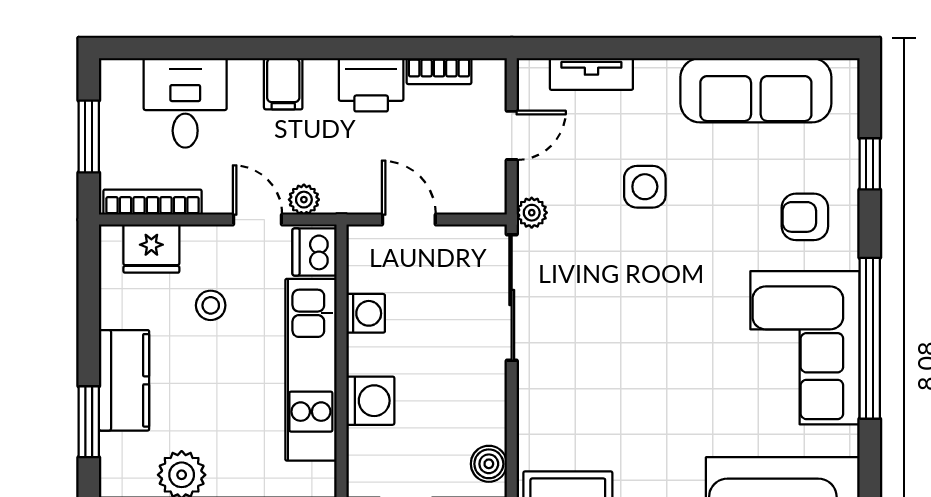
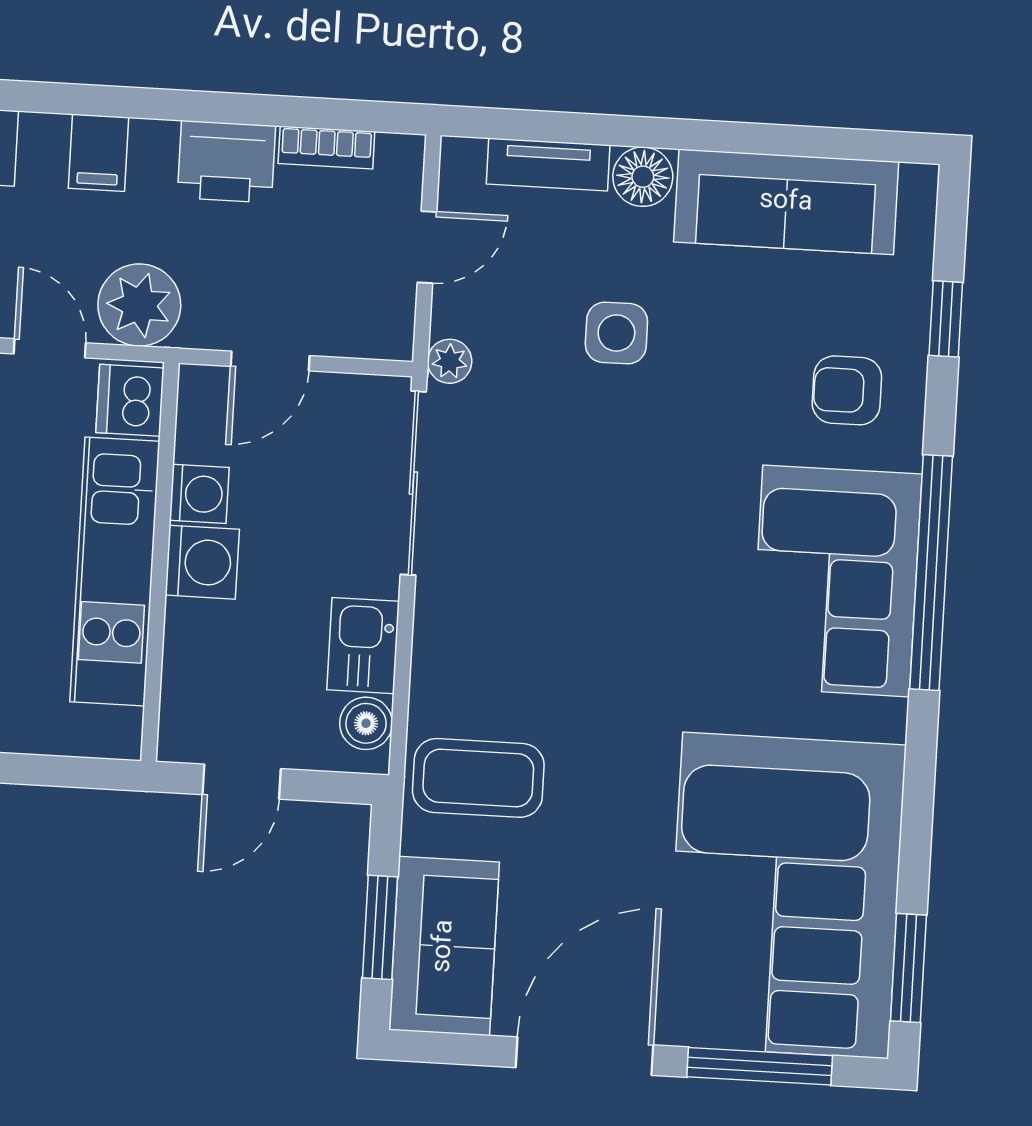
floor lamp: (657, 79) -> (643, 177), added
plant: (304, 200) -> (139, 305), width x1.87, depth x1.87
door: (409, 220) -> (270, 361), swing flipped
washing machine: (370, 401) -> (202, 562), moved
kitchen sink: (484, 411) -> (363, 646), added

